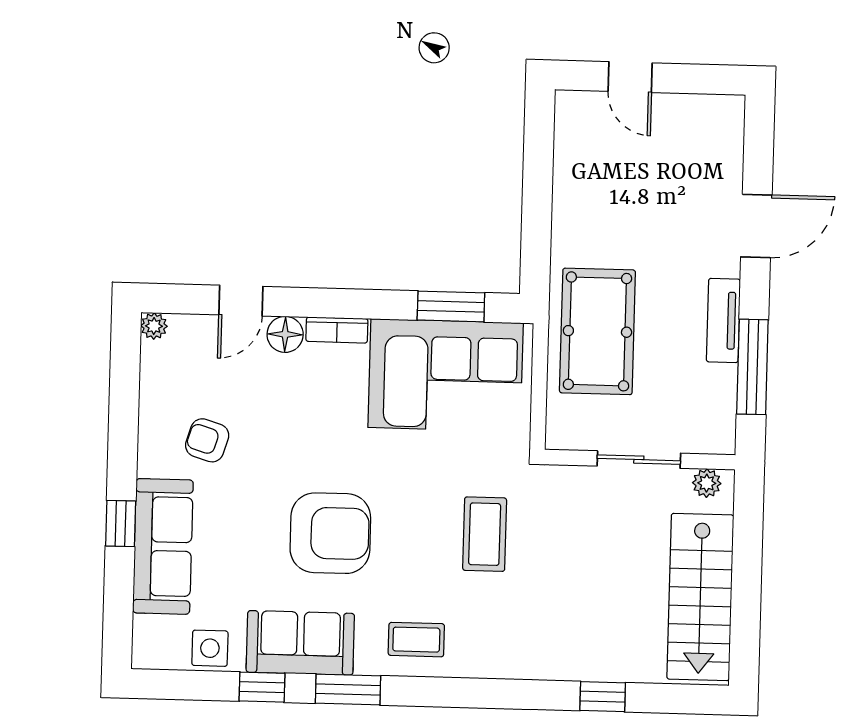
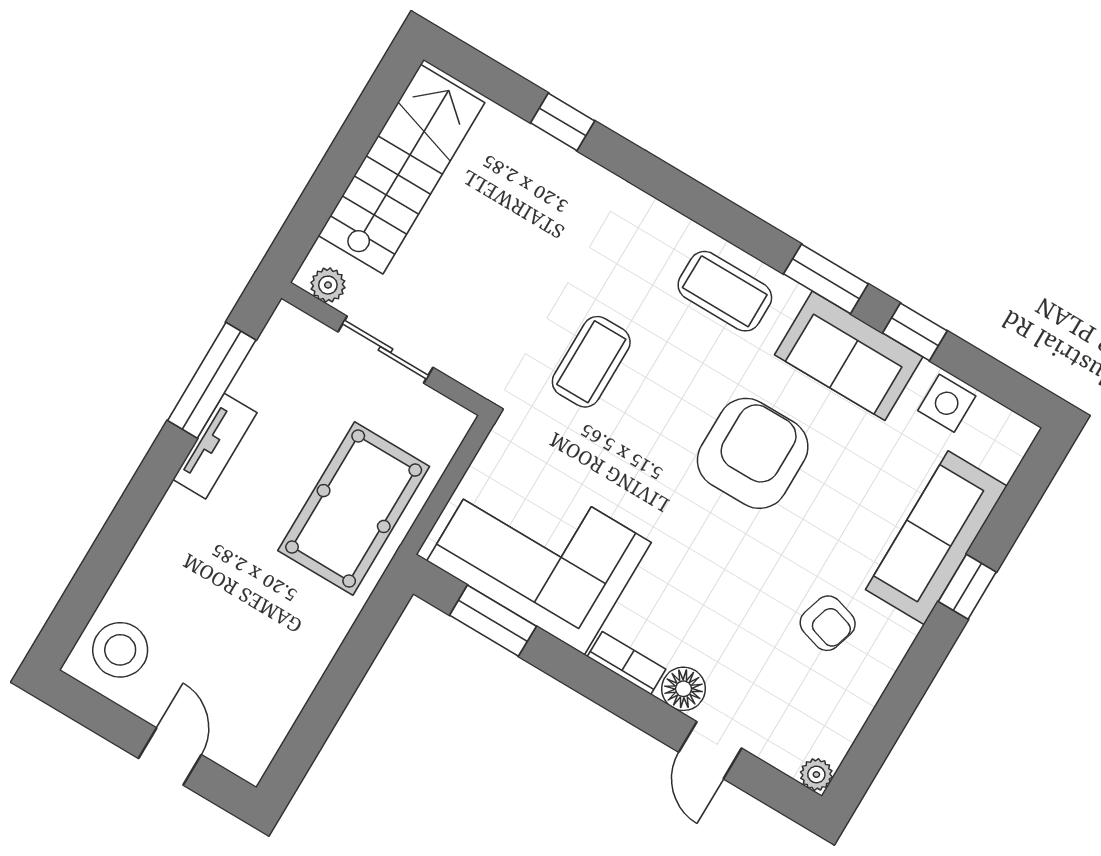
stool: (710, 134) -> (120, 650), added
door: (756, 226) -> (125, 526), removed
door: (241, 301) -> (710, 750), swing flipped
armchair: (330, 533) -> (753, 453), turned 90
coffee table: (416, 640) -> (725, 291), width x1.36, depth x1.30

